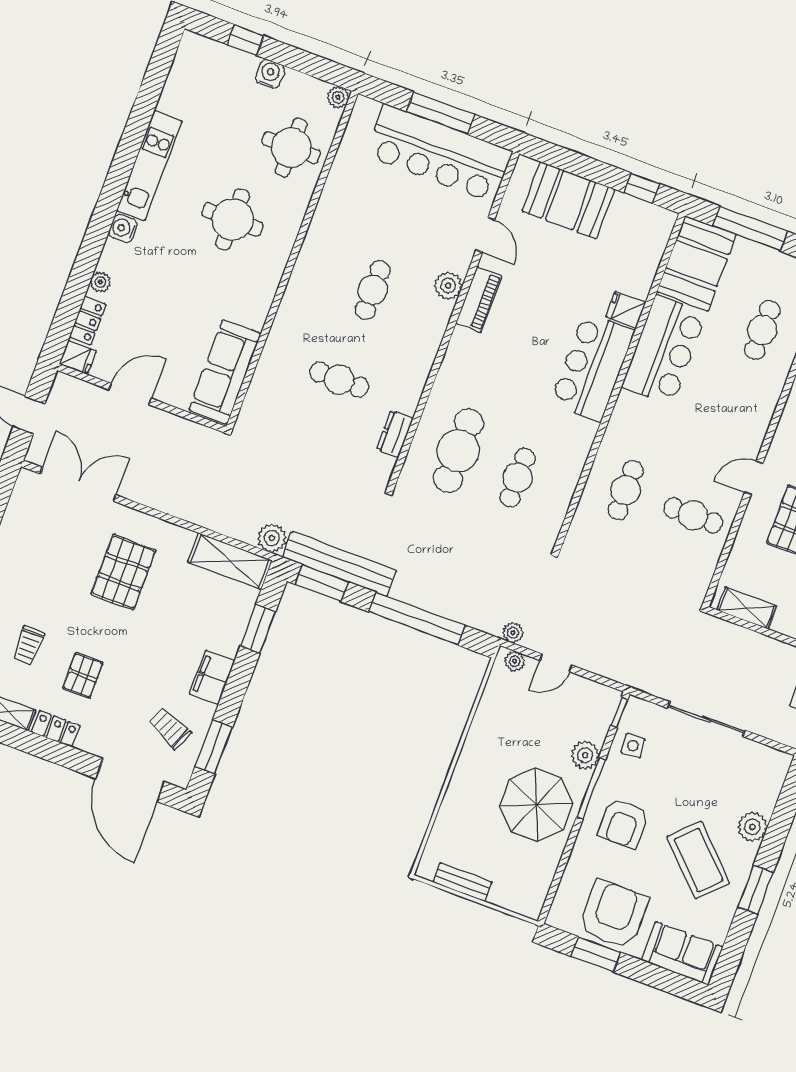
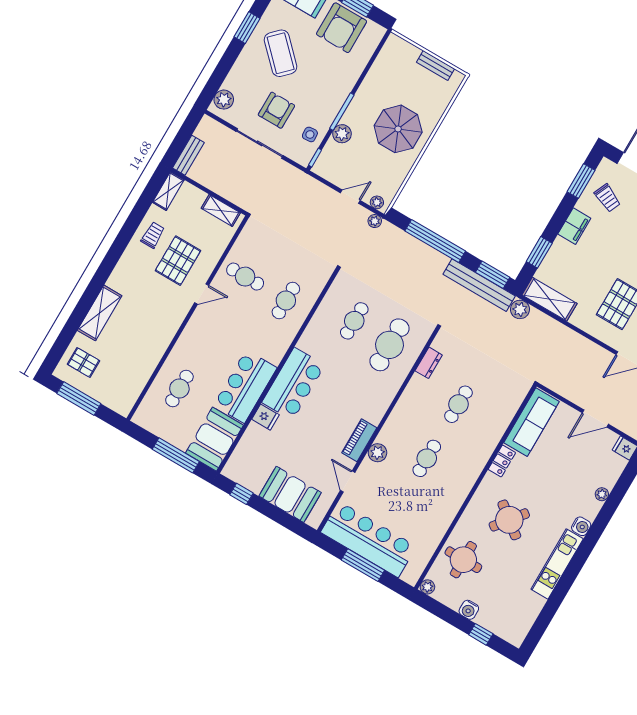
round table: (233, 219) -> (509, 520), turned 38
locker: (88, 321) -> (502, 461), moved, turned 180
cafe table: (339, 380) -> (458, 404), turned 90
parasol: (536, 805) -> (398, 129), moved
armchair: (623, 823) -> (276, 110), moved
plant: (752, 827) -> (224, 100), moved

